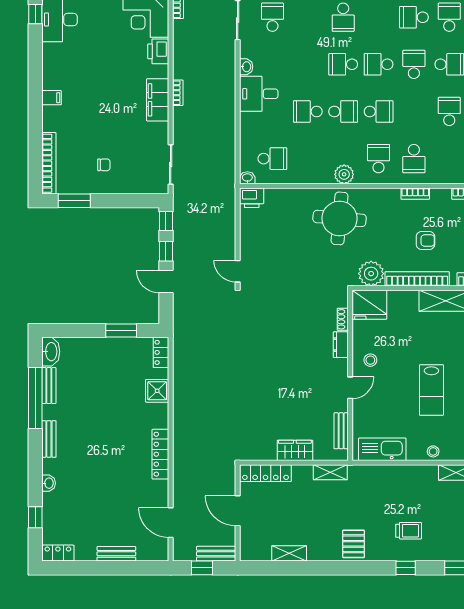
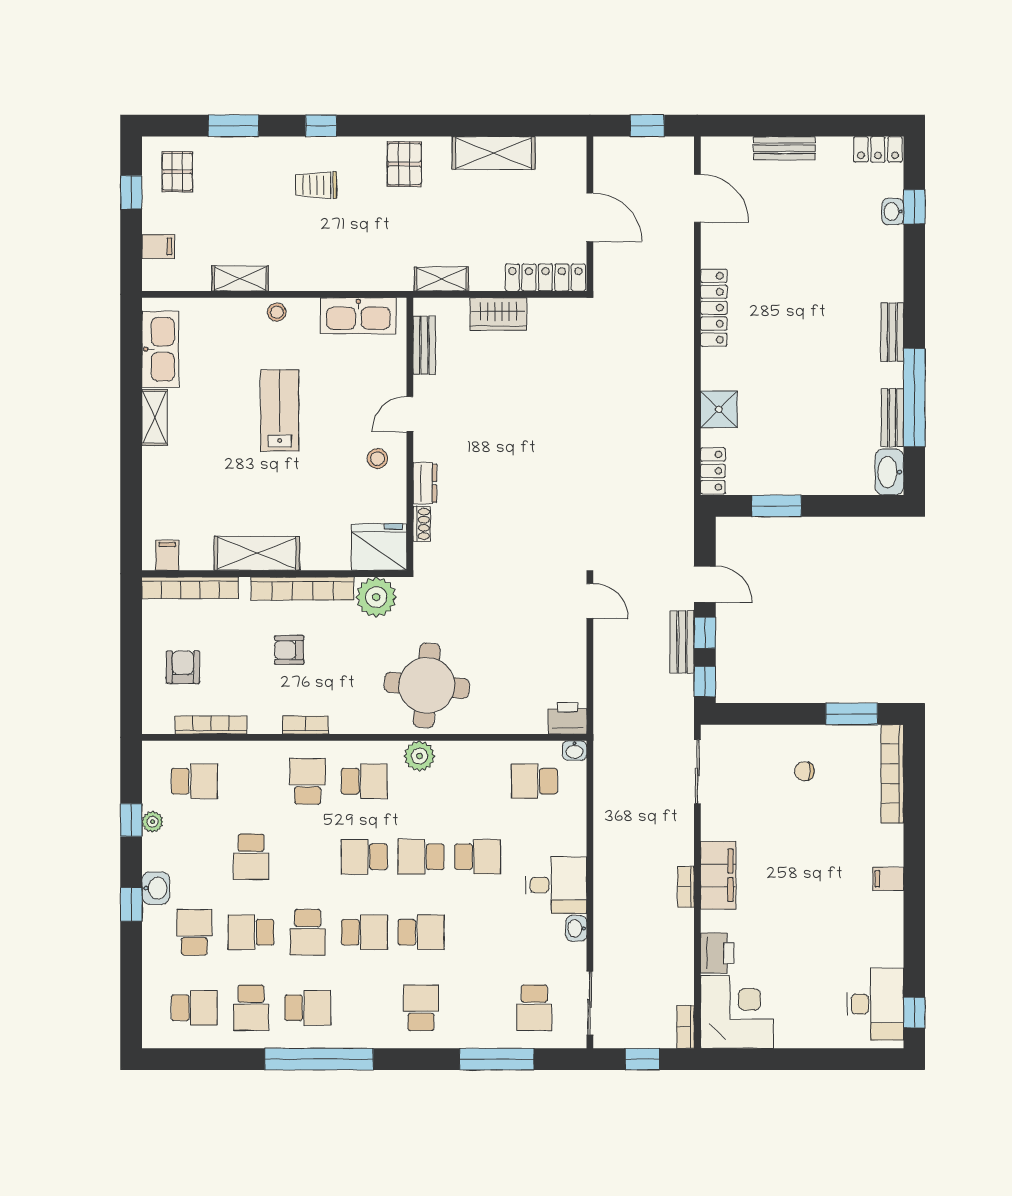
school desk: (379, 159) -> (364, 781), turned -90
washbasin: (49, 483) -> (893, 211), moved
shelving: (289, 553) -> (494, 153), width x1.50, depth x1.33
bench: (216, 554) -> (682, 642), moved, turned 90

